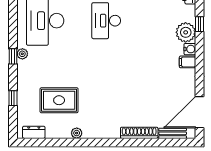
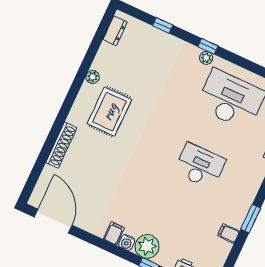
rug: (59, 100) -> (110, 112), moved
bench: (173, 133) -> (44, 181), removed

